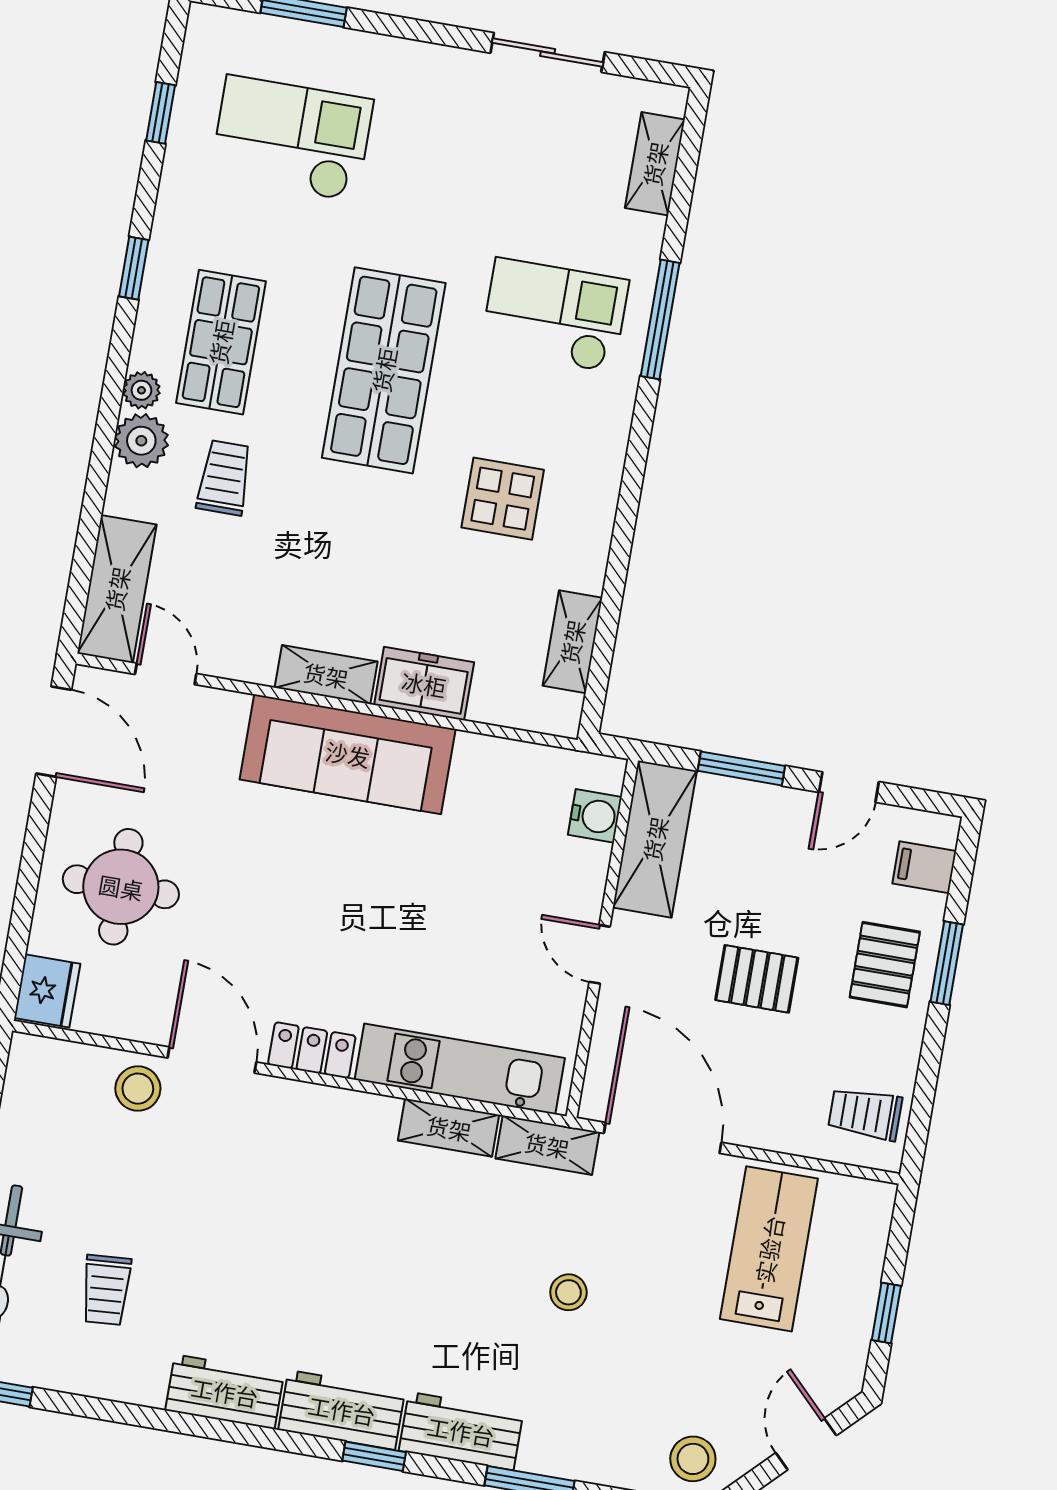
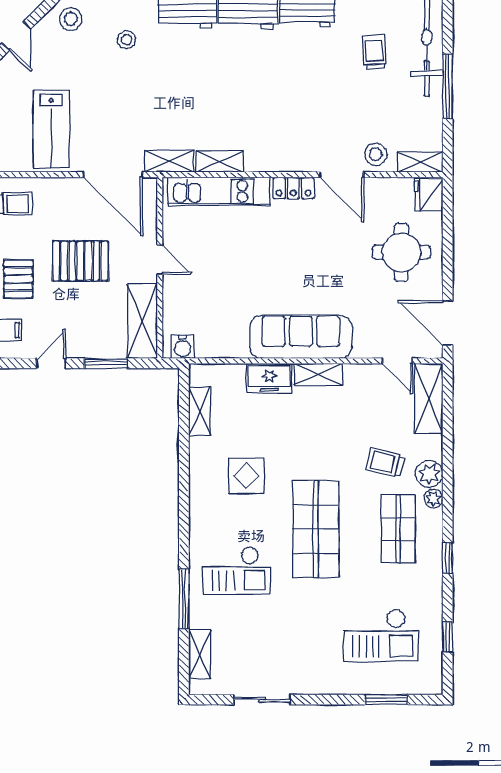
window: (660, 319) -> (184, 599), moved
trolley: (224, 478) -> (385, 463), turned 105
water cooler: (595, 816) -> (183, 347), moved, turned -90
pallet: (757, 979) -> (80, 261), width x1.50, depth x1.42
shelving: (54, 1059) -> (420, 162), added
stool: (568, 1292) -> (127, 40), moved

